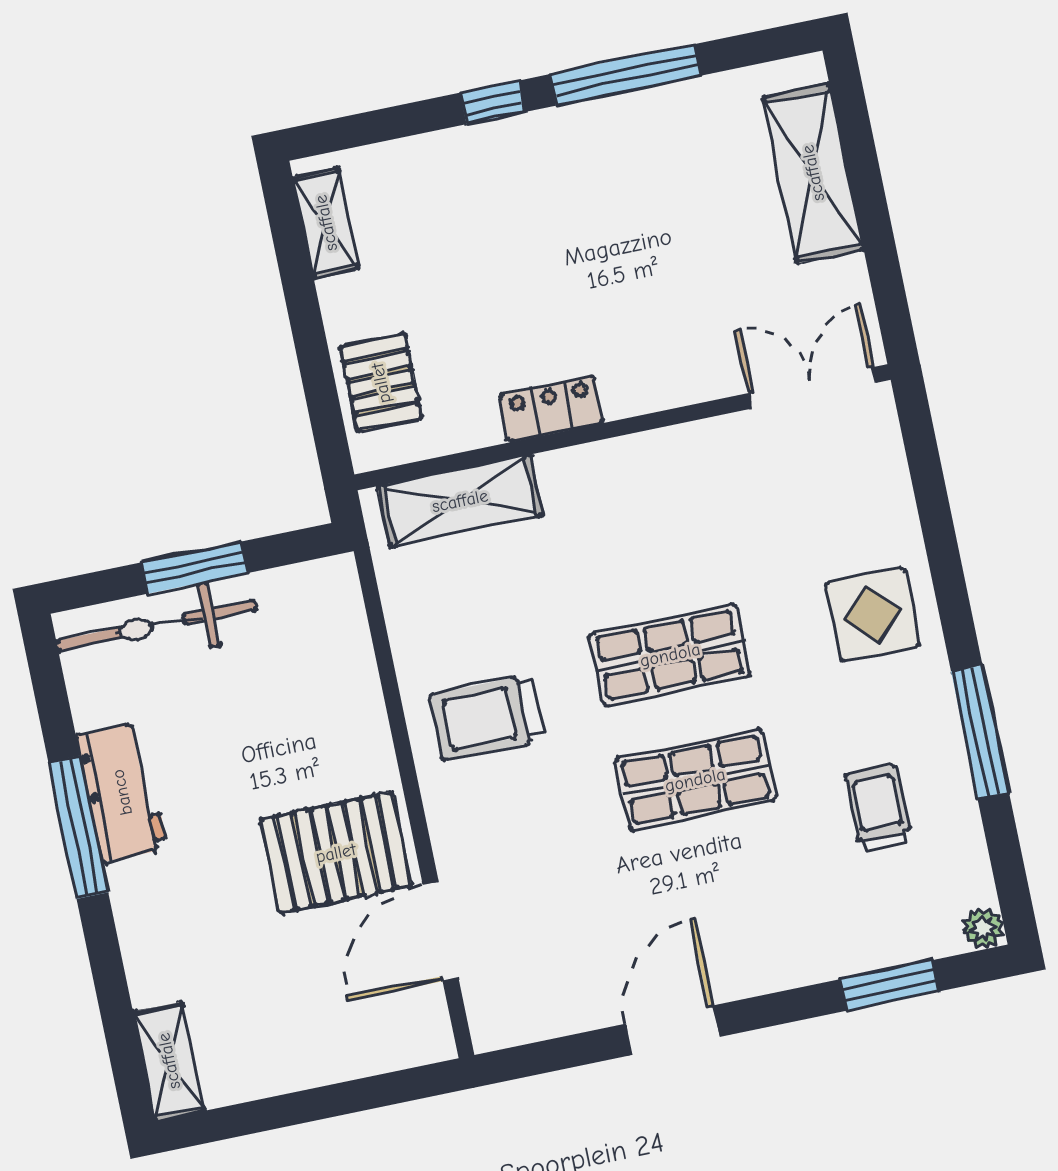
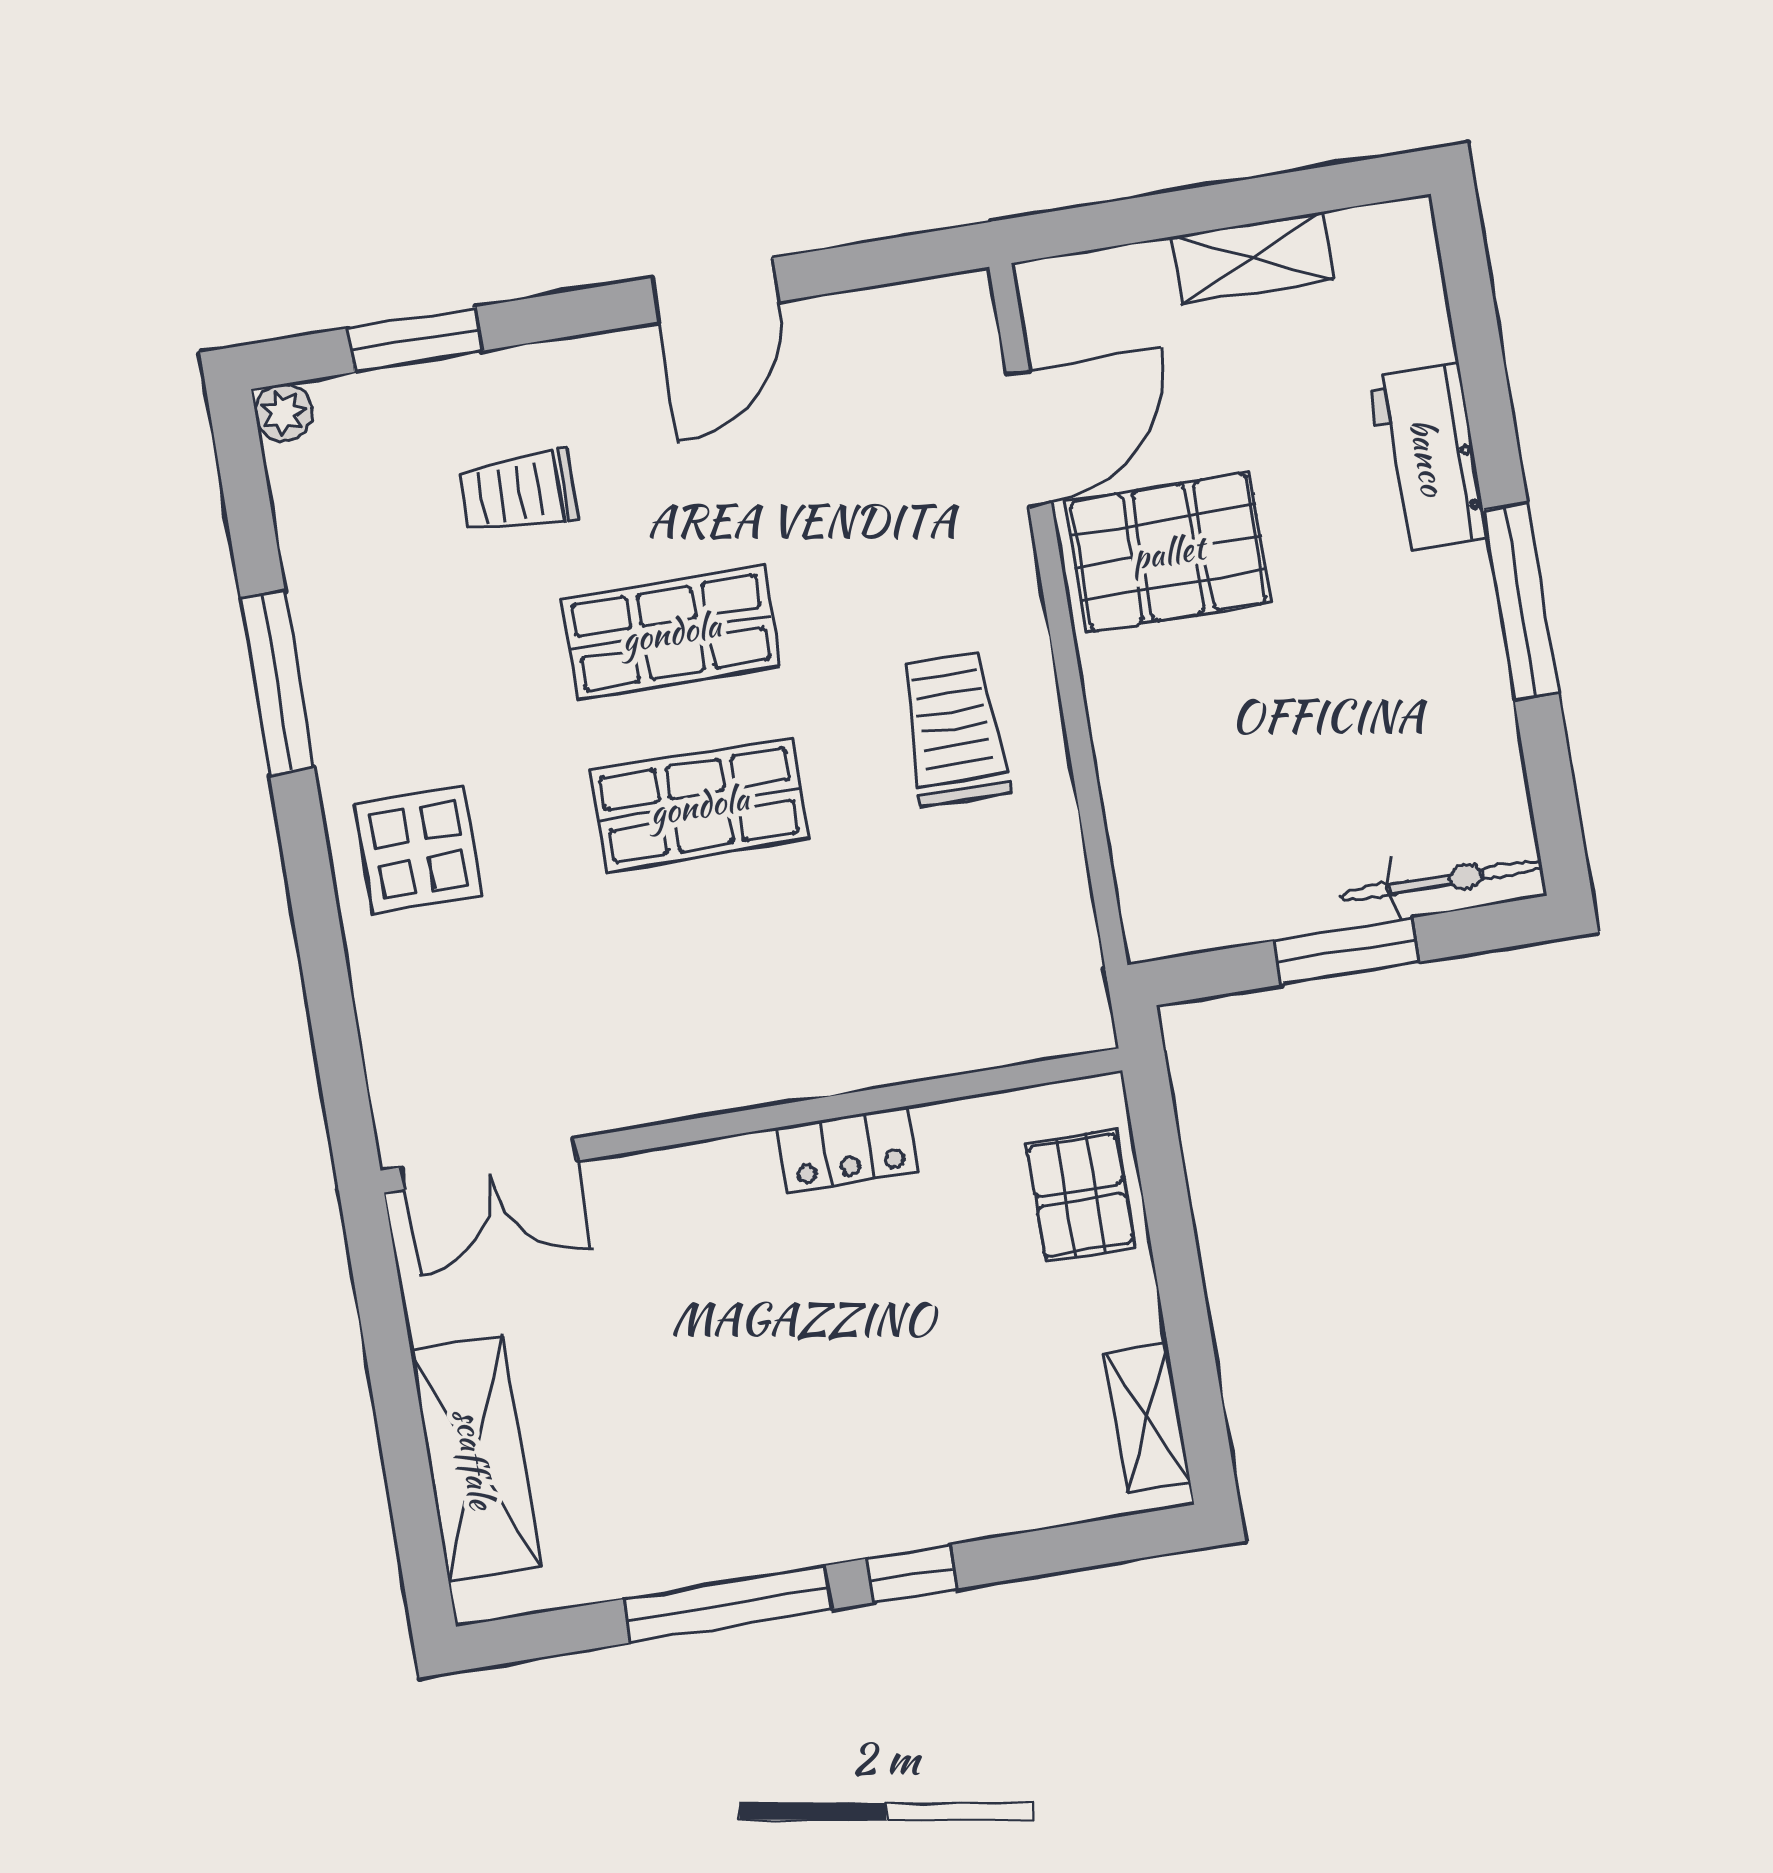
shelving: (460, 501) -> (979, 1028), removed
bicycle: (156, 625) -> (1442, 881), width x0.73, depth x0.71
trolley: (487, 718) -> (954, 729), turned -90
workbench: (122, 792) -> (1428, 457), moved
trolley: (879, 809) -> (518, 492), moved, turned 90
shelving: (169, 1061) -> (1253, 258), moved, turned 90

